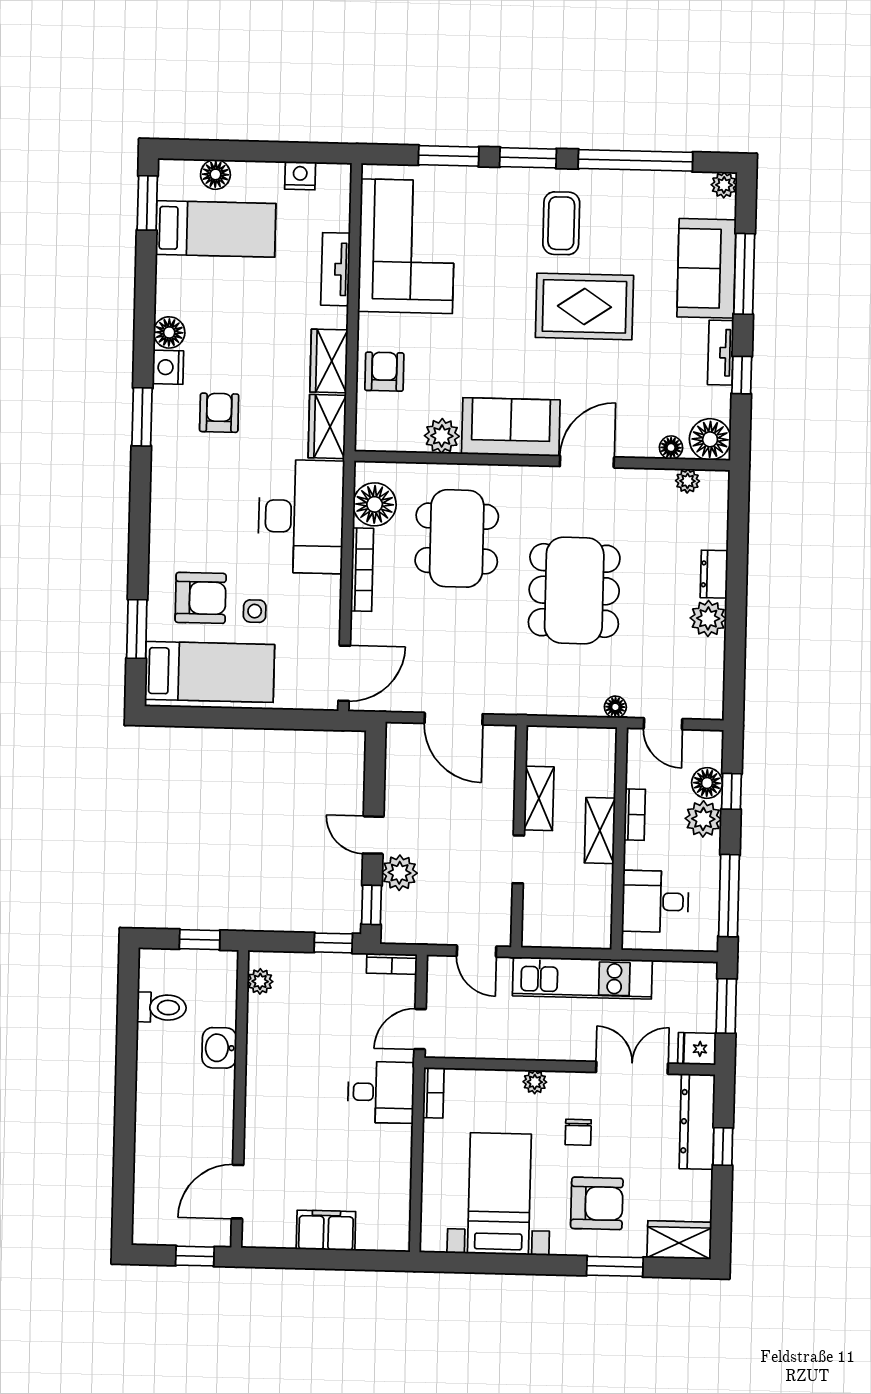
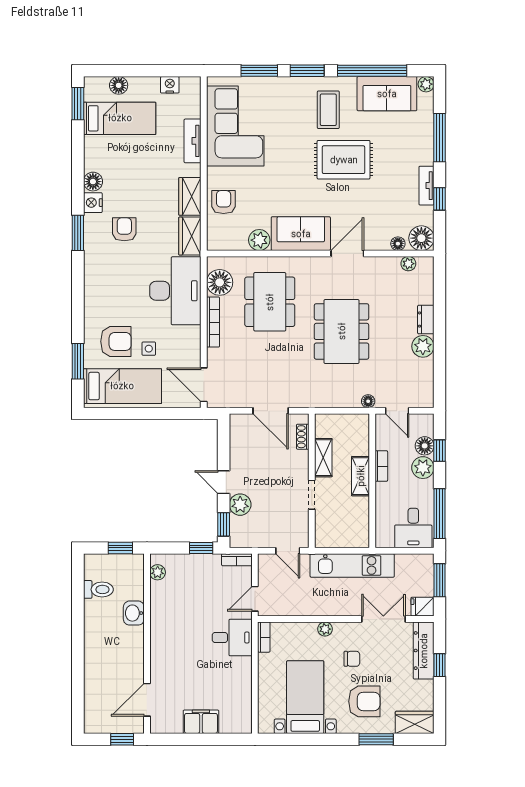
sofa: (706, 268) -> (387, 94), moved, turned -90
door: (344, 673) -> (204, 385), swing flipped
shoe rack: (506, 763) -> (303, 437), added
desk: (655, 901) -> (413, 528), moved, turned -90
chair: (578, 1132) -> (352, 659), turned -90

